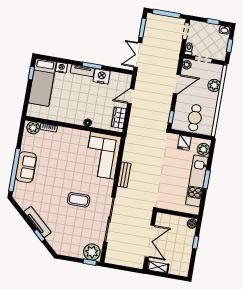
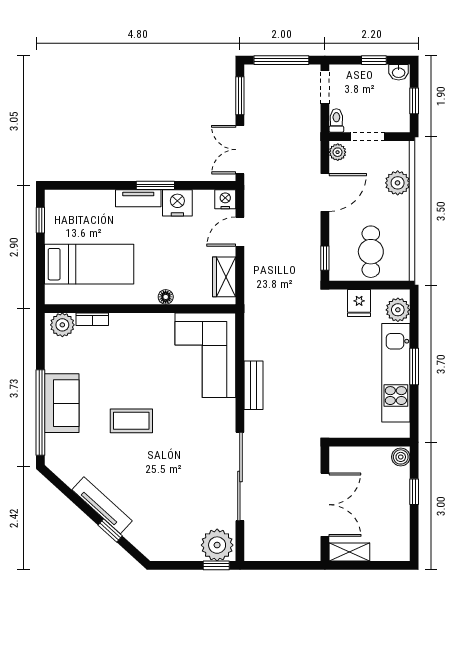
nightstand: (61, 68) -> (225, 199), moved
bed: (42, 82) -> (89, 264), moved, turned -90
coffee table: (79, 200) -> (131, 421), moved

